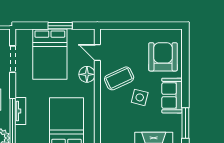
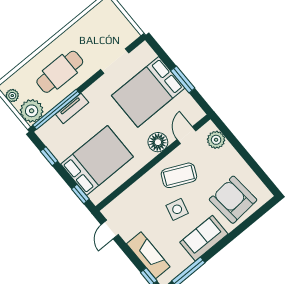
plant: (116, 36) -> (216, 140), added
armchair: (163, 57) -> (233, 200), turned -95
coffee table: (119, 78) -> (179, 175), turned -40

